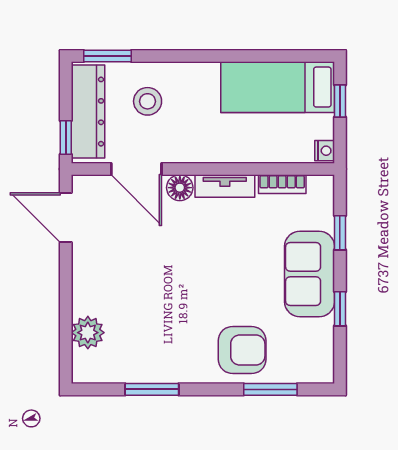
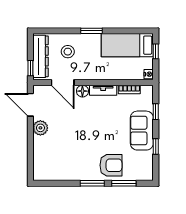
window: (108, 56) -> (92, 31), moved
plant: (88, 333) -> (40, 128), moved
window: (152, 389) -> (92, 183), moved

